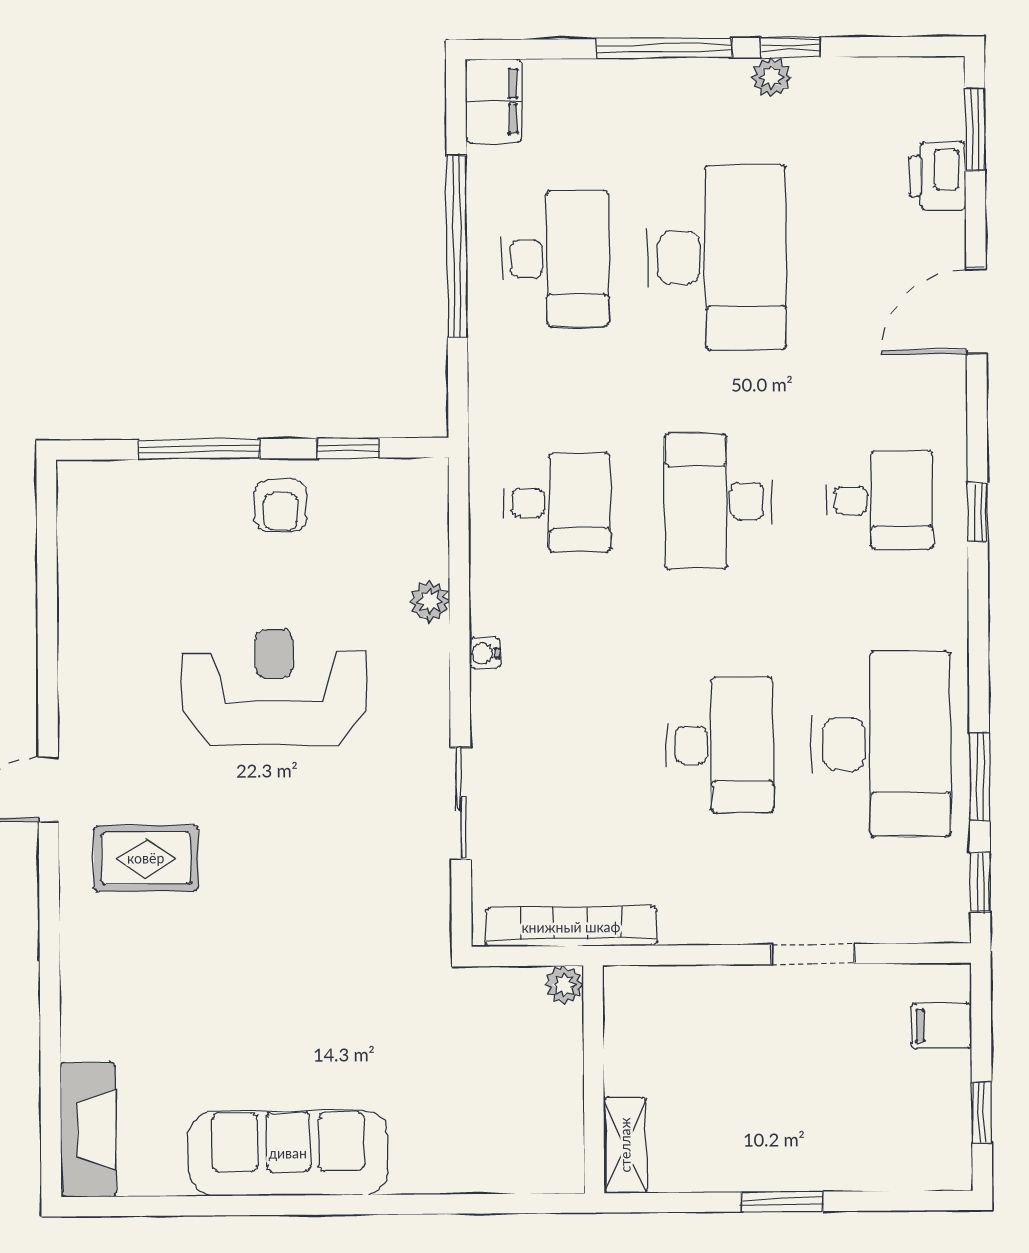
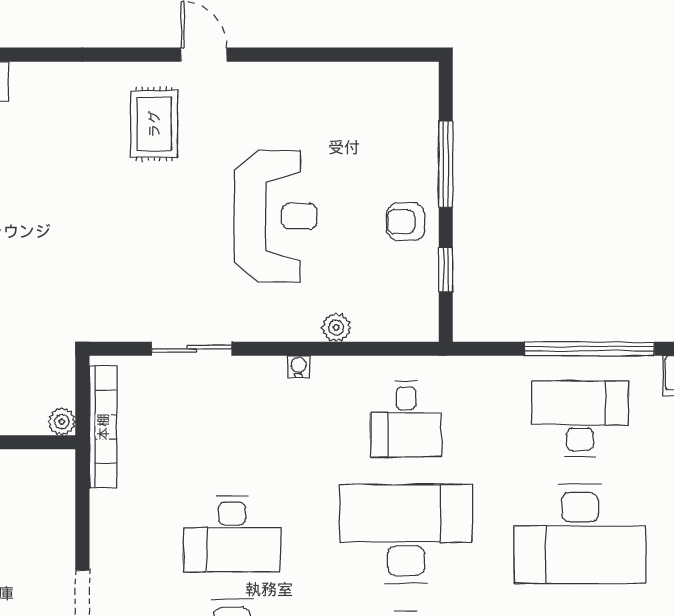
desk: (555, 259) -> (580, 419), turned 180
desk: (718, 501) -> (406, 534), width x1.36, depth x1.30

